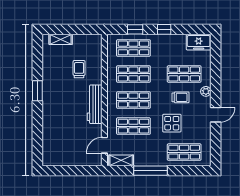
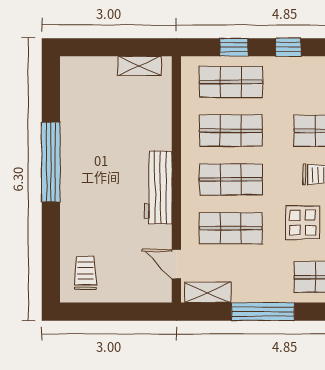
shelving: (61, 39) -> (139, 66), moved
trolley: (79, 69) -> (85, 273), moved
window: (37, 91) -> (51, 162), width x2.11
door: (104, 145) -> (176, 264), hinge flipped

